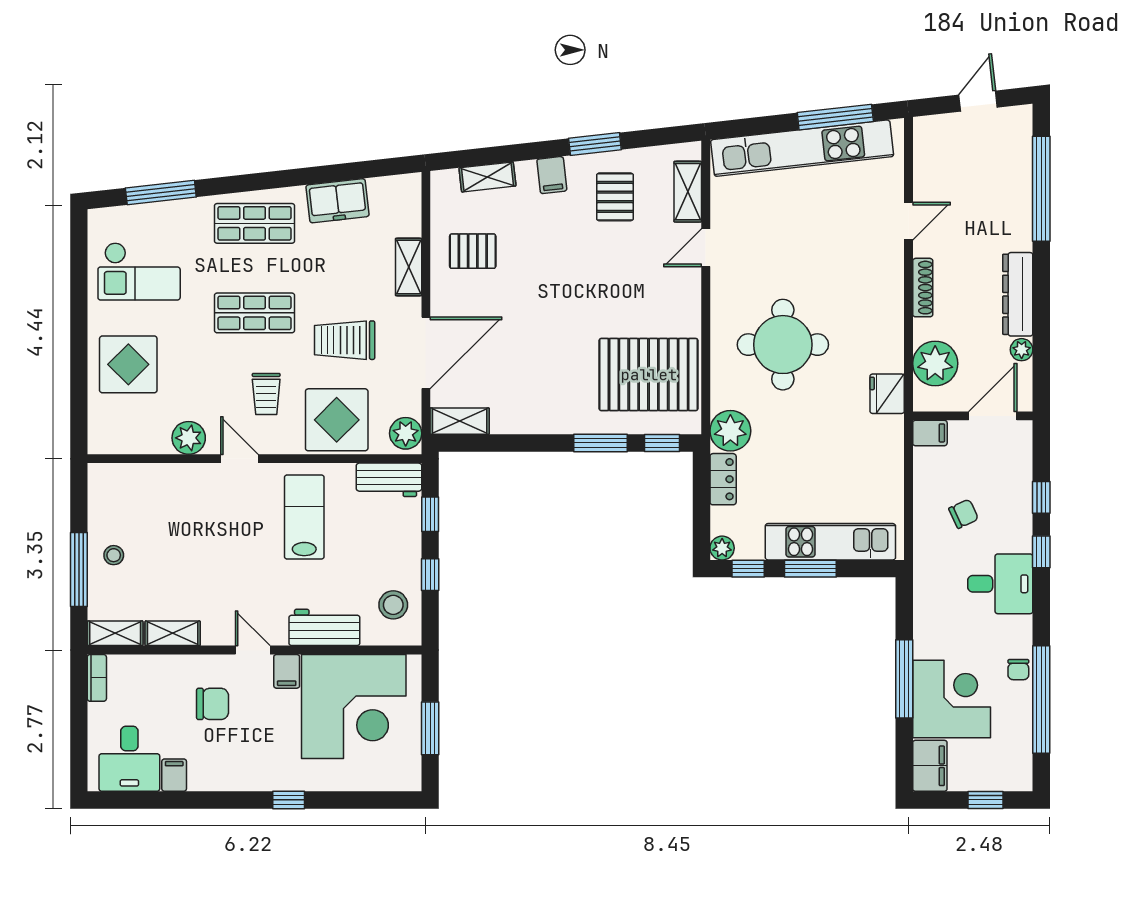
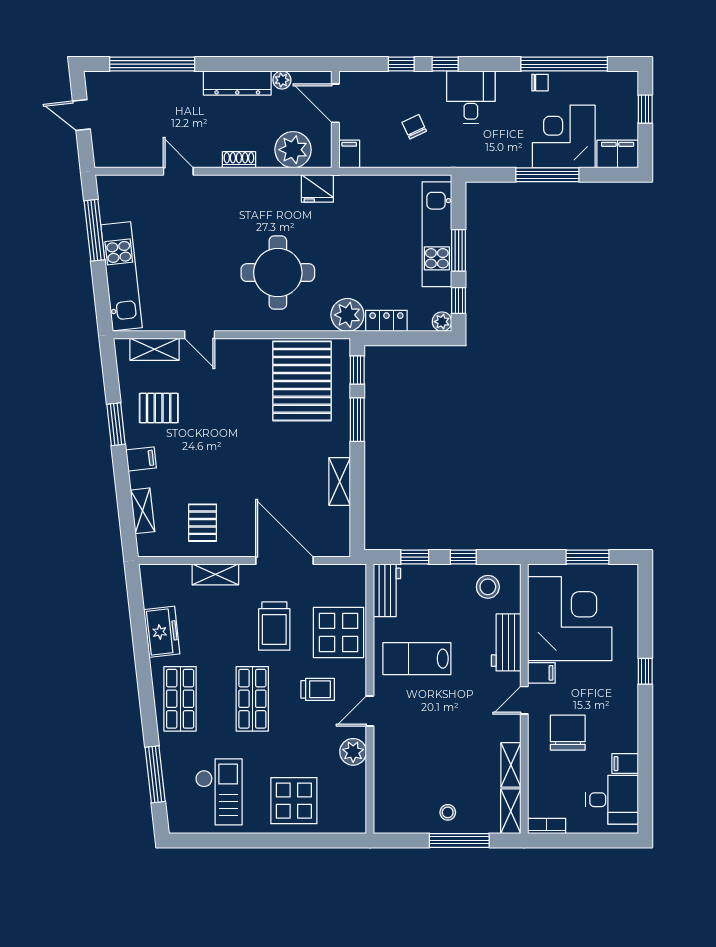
kitchen unit: (802, 148) -> (122, 276), width x0.73
shoe rack: (923, 288) -> (239, 160), width x0.70
shelving: (460, 421) -> (340, 481), moved
plant: (406, 433) -> (349, 577), removed
chair: (213, 704) -> (568, 733), width x1.37, depth x1.37

